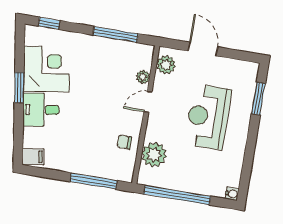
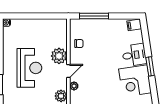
plant: (154, 155) -> (59, 56), moved
window: (177, 195) -> (40, 16), removed

